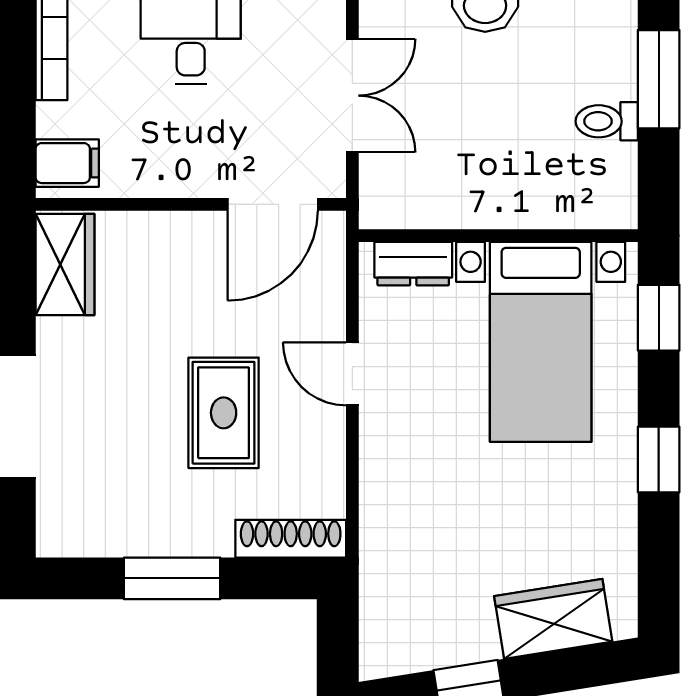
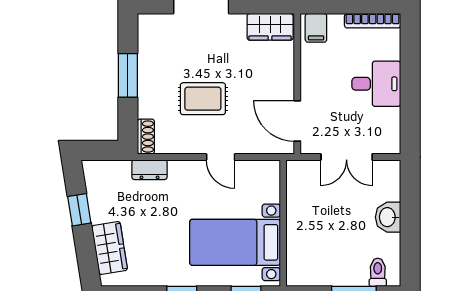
toilet: (607, 121) -> (378, 272), moved
dresser: (413, 264) -> (150, 170), moved, turned -90
door: (352, 374) -> (221, 157), swing flipped
shoe rack: (291, 539) -> (146, 137), width x0.70

